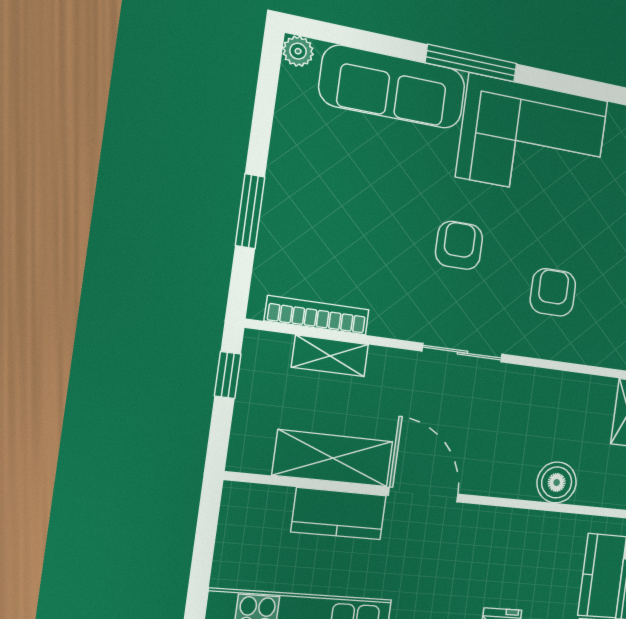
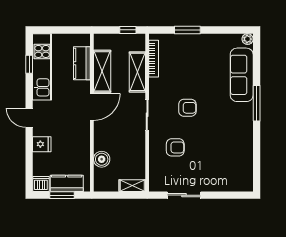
corner sofa: (533, 139) -> (233, 131), removed
shelving: (330, 356) -> (137, 72), width x1.50, depth x1.33
kitchen counter: (339, 514) -> (82, 63), moved

